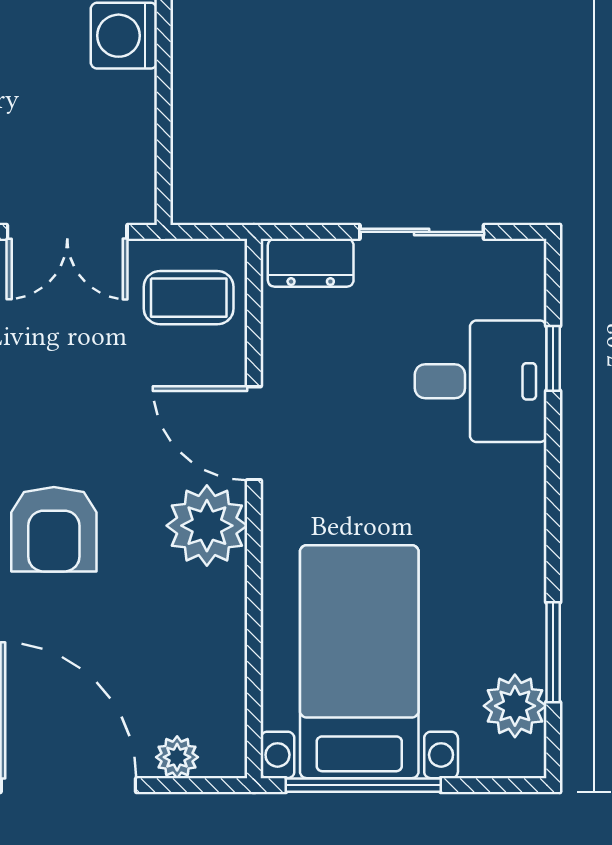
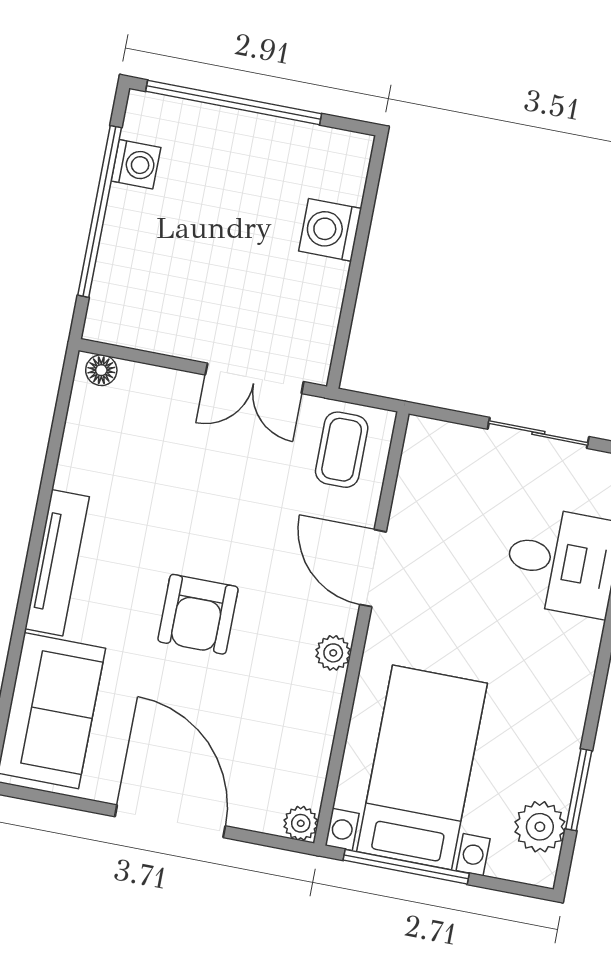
dresser: (311, 263) -> (445, 440), removed
coffee table: (189, 298) -> (342, 450), turned 90
plant: (207, 526) -> (333, 653), width x0.53, depth x0.53
plant: (177, 757) -> (301, 823), moved

